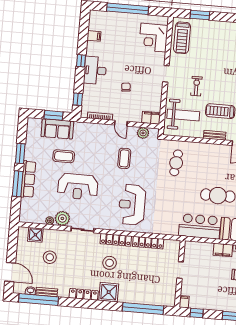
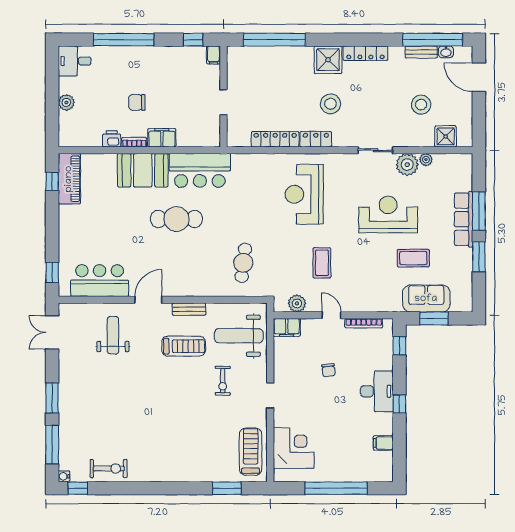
reception desk: (132, 205) -> (304, 194), turned 180
locker: (116, 240) -> (316, 139), width x0.66

